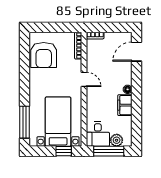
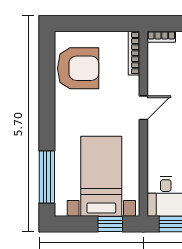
armchair: (44, 55) -> (78, 68), turned -90
door: (84, 79) -> (143, 108), hinge flipped

